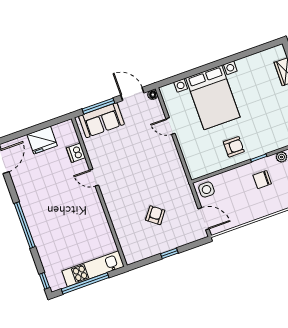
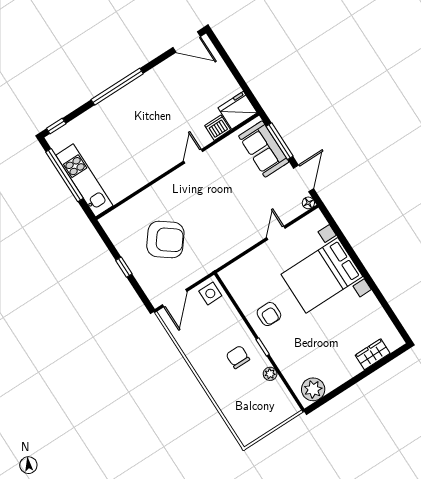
fridge: (42, 140) -> (238, 110), moved, turned 90
armchair: (155, 215) -> (165, 240), width x1.88, depth x1.88

